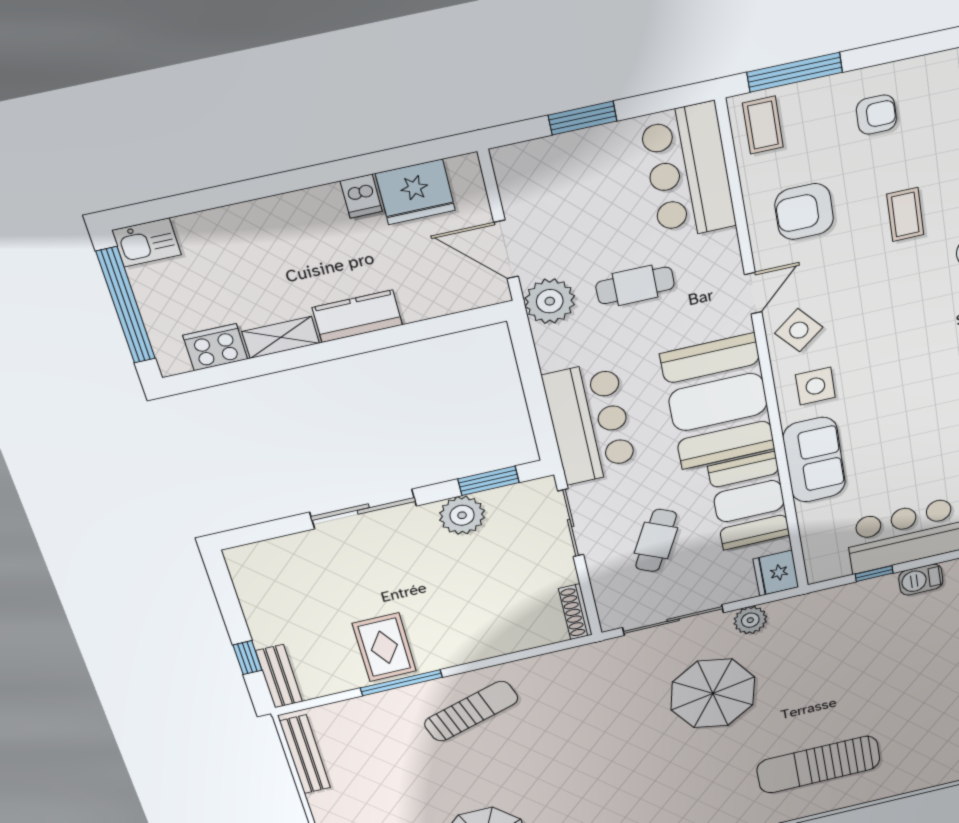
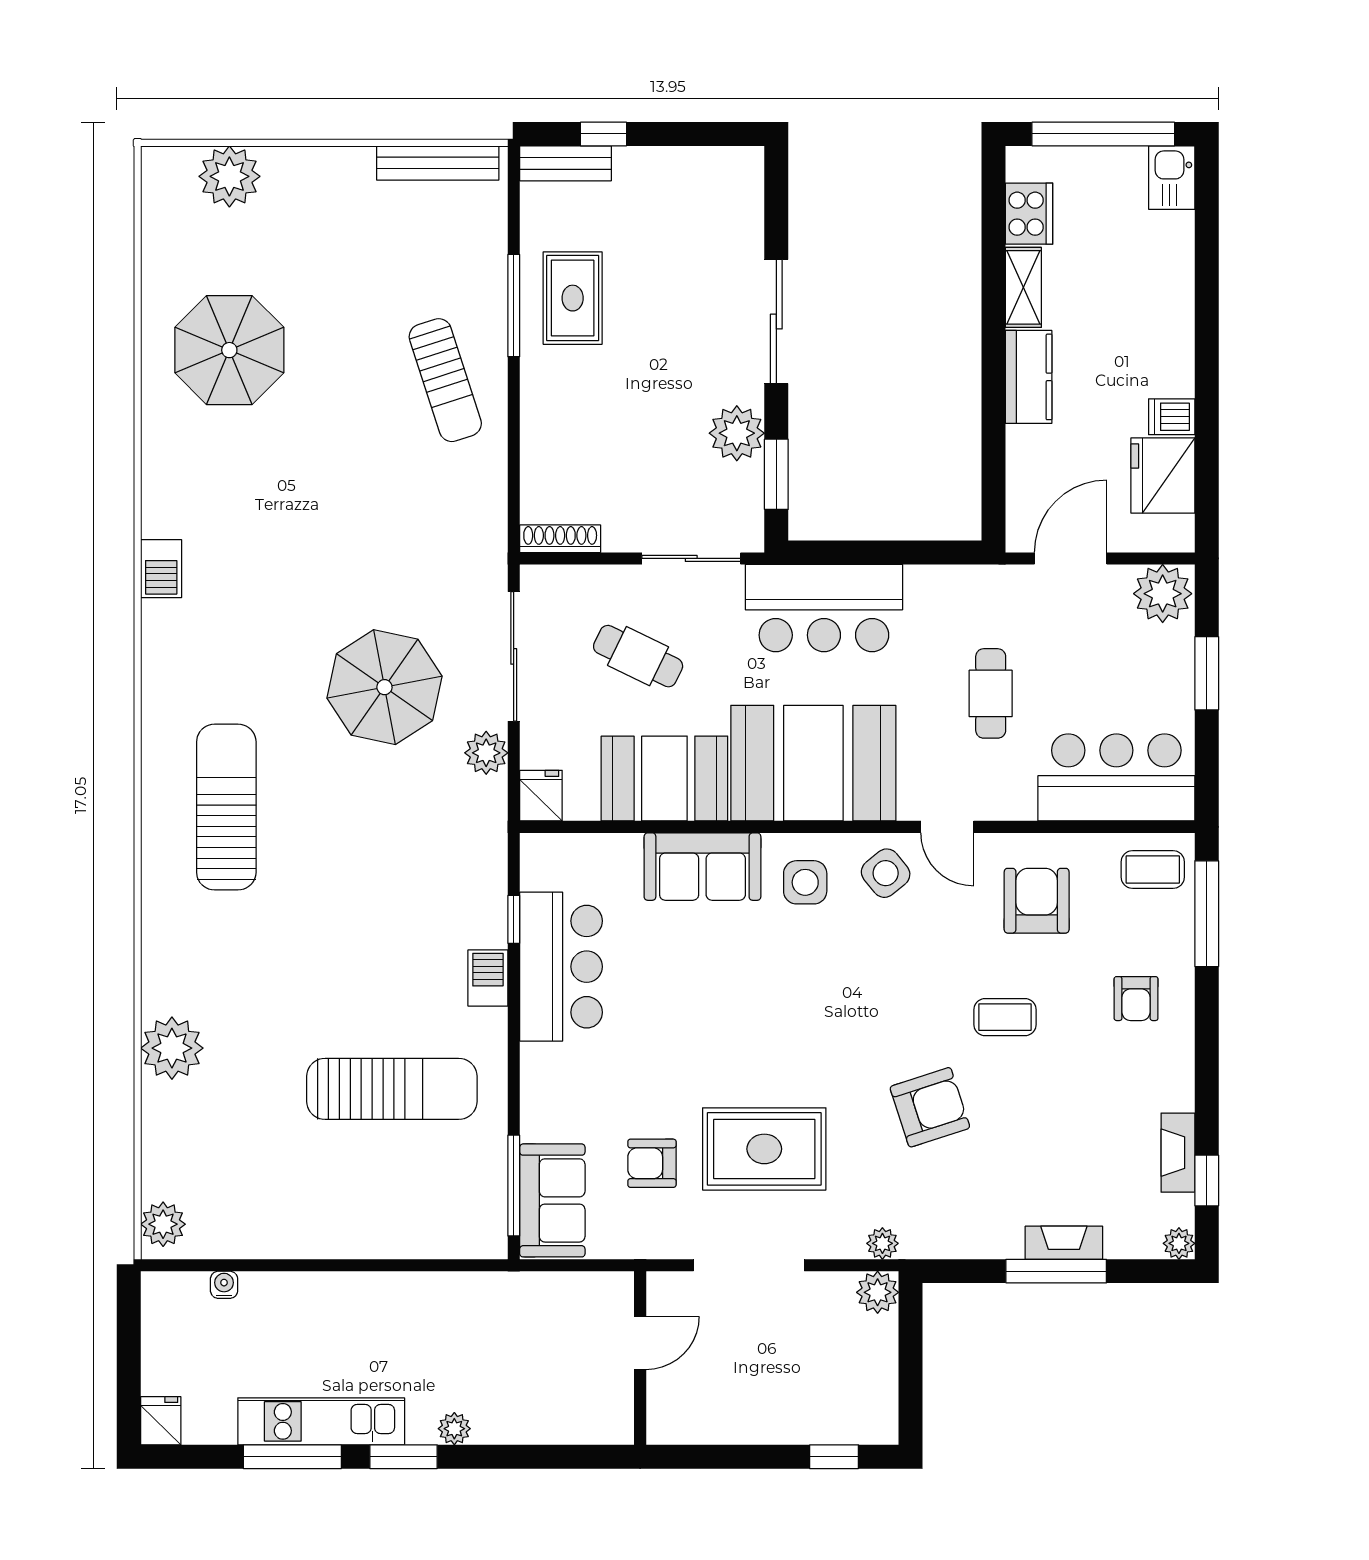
plant: (550, 301) -> (1163, 594), moved
fridge: (776, 573) -> (541, 796), width x0.72
rug: (384, 647) -> (573, 298), turned 90

